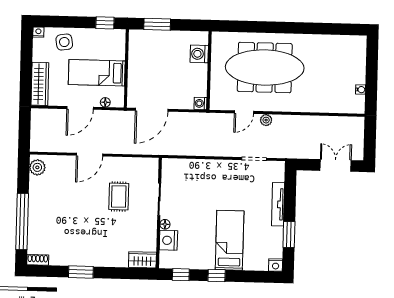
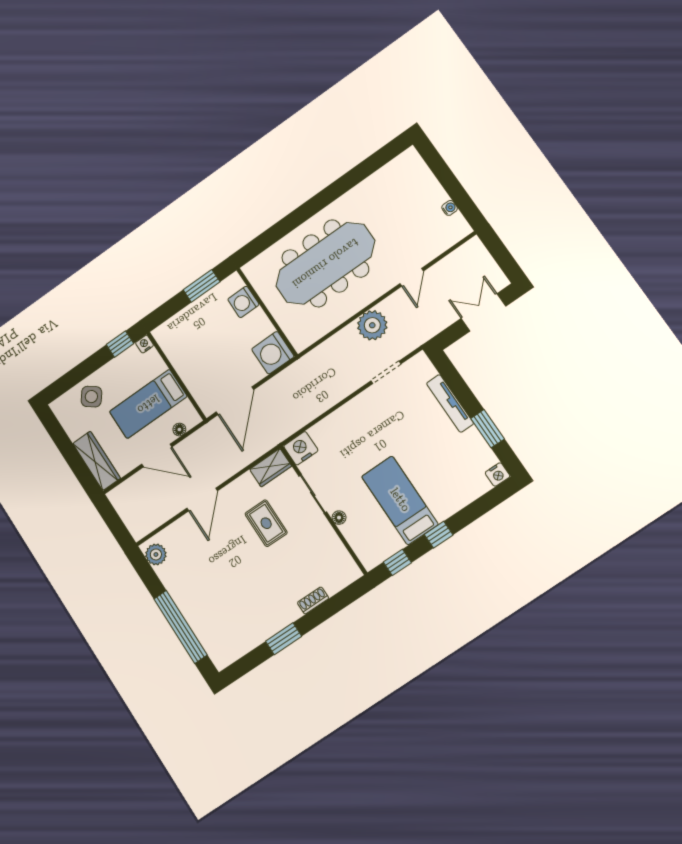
window: (157, 24) -> (202, 286), moved
nightstand: (38, 32) -> (144, 344), moved
side table: (64, 42) -> (91, 397), turned 45
washing machine: (201, 103) -> (273, 353), width x1.89, depth x1.89
door: (80, 108) -> (157, 455), hinge flipped
door: (244, 112) -> (412, 277), moved
plant: (266, 120) -> (372, 325), width x1.88, depth x1.88
nightstand: (168, 240) -> (301, 448), moved, turned 90
bed: (230, 240) -> (400, 500), moved
shoe rack: (38, 260) -> (313, 600), moved
wardrobe: (142, 260) -> (271, 468), moved, turned 180

